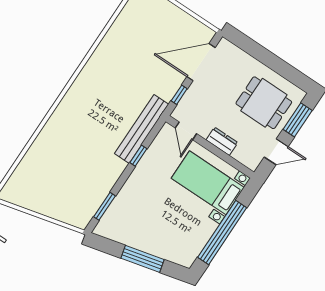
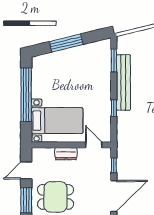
bench: (142, 129) -> (123, 82), moved

